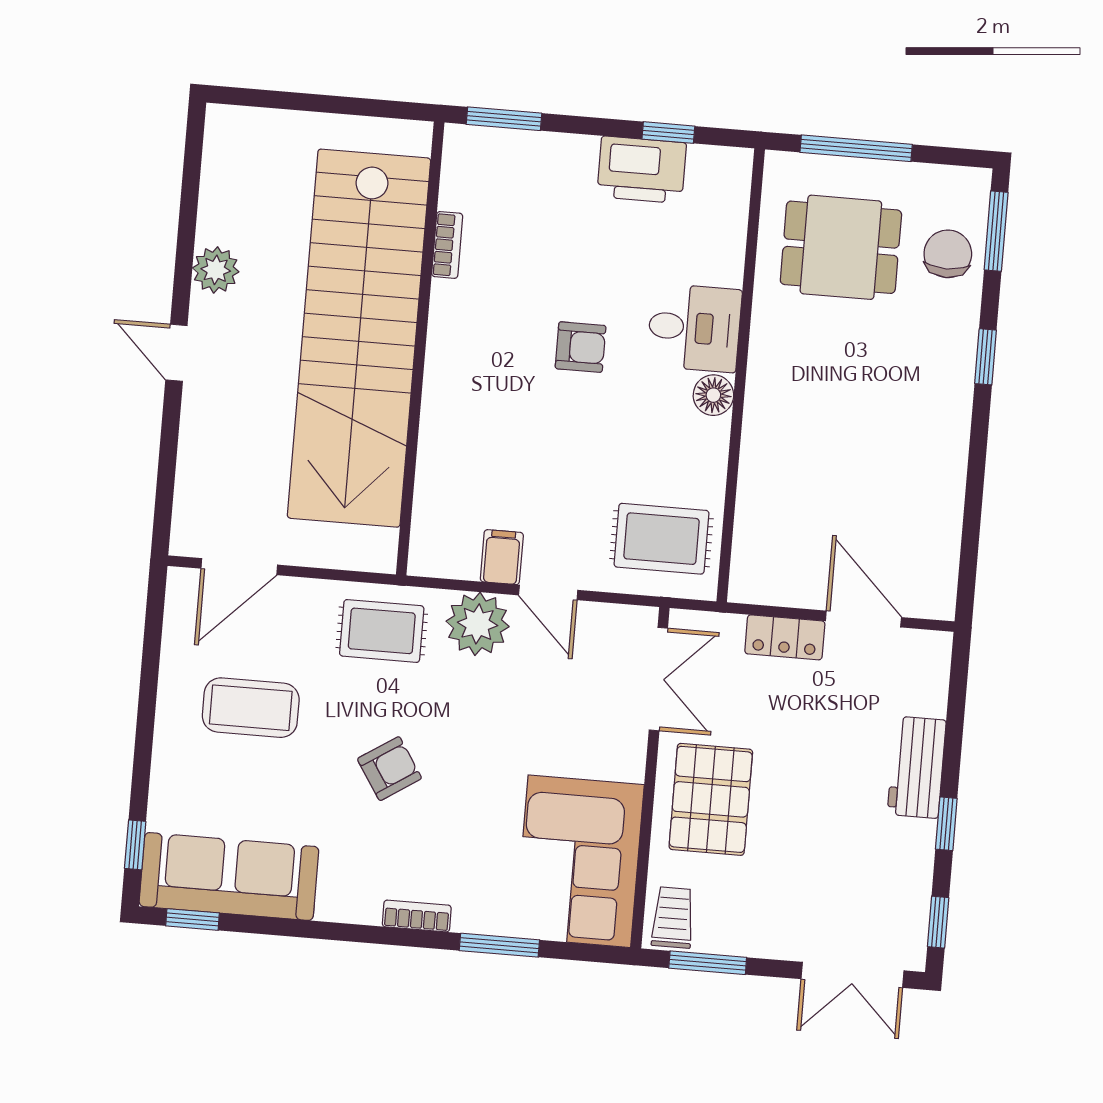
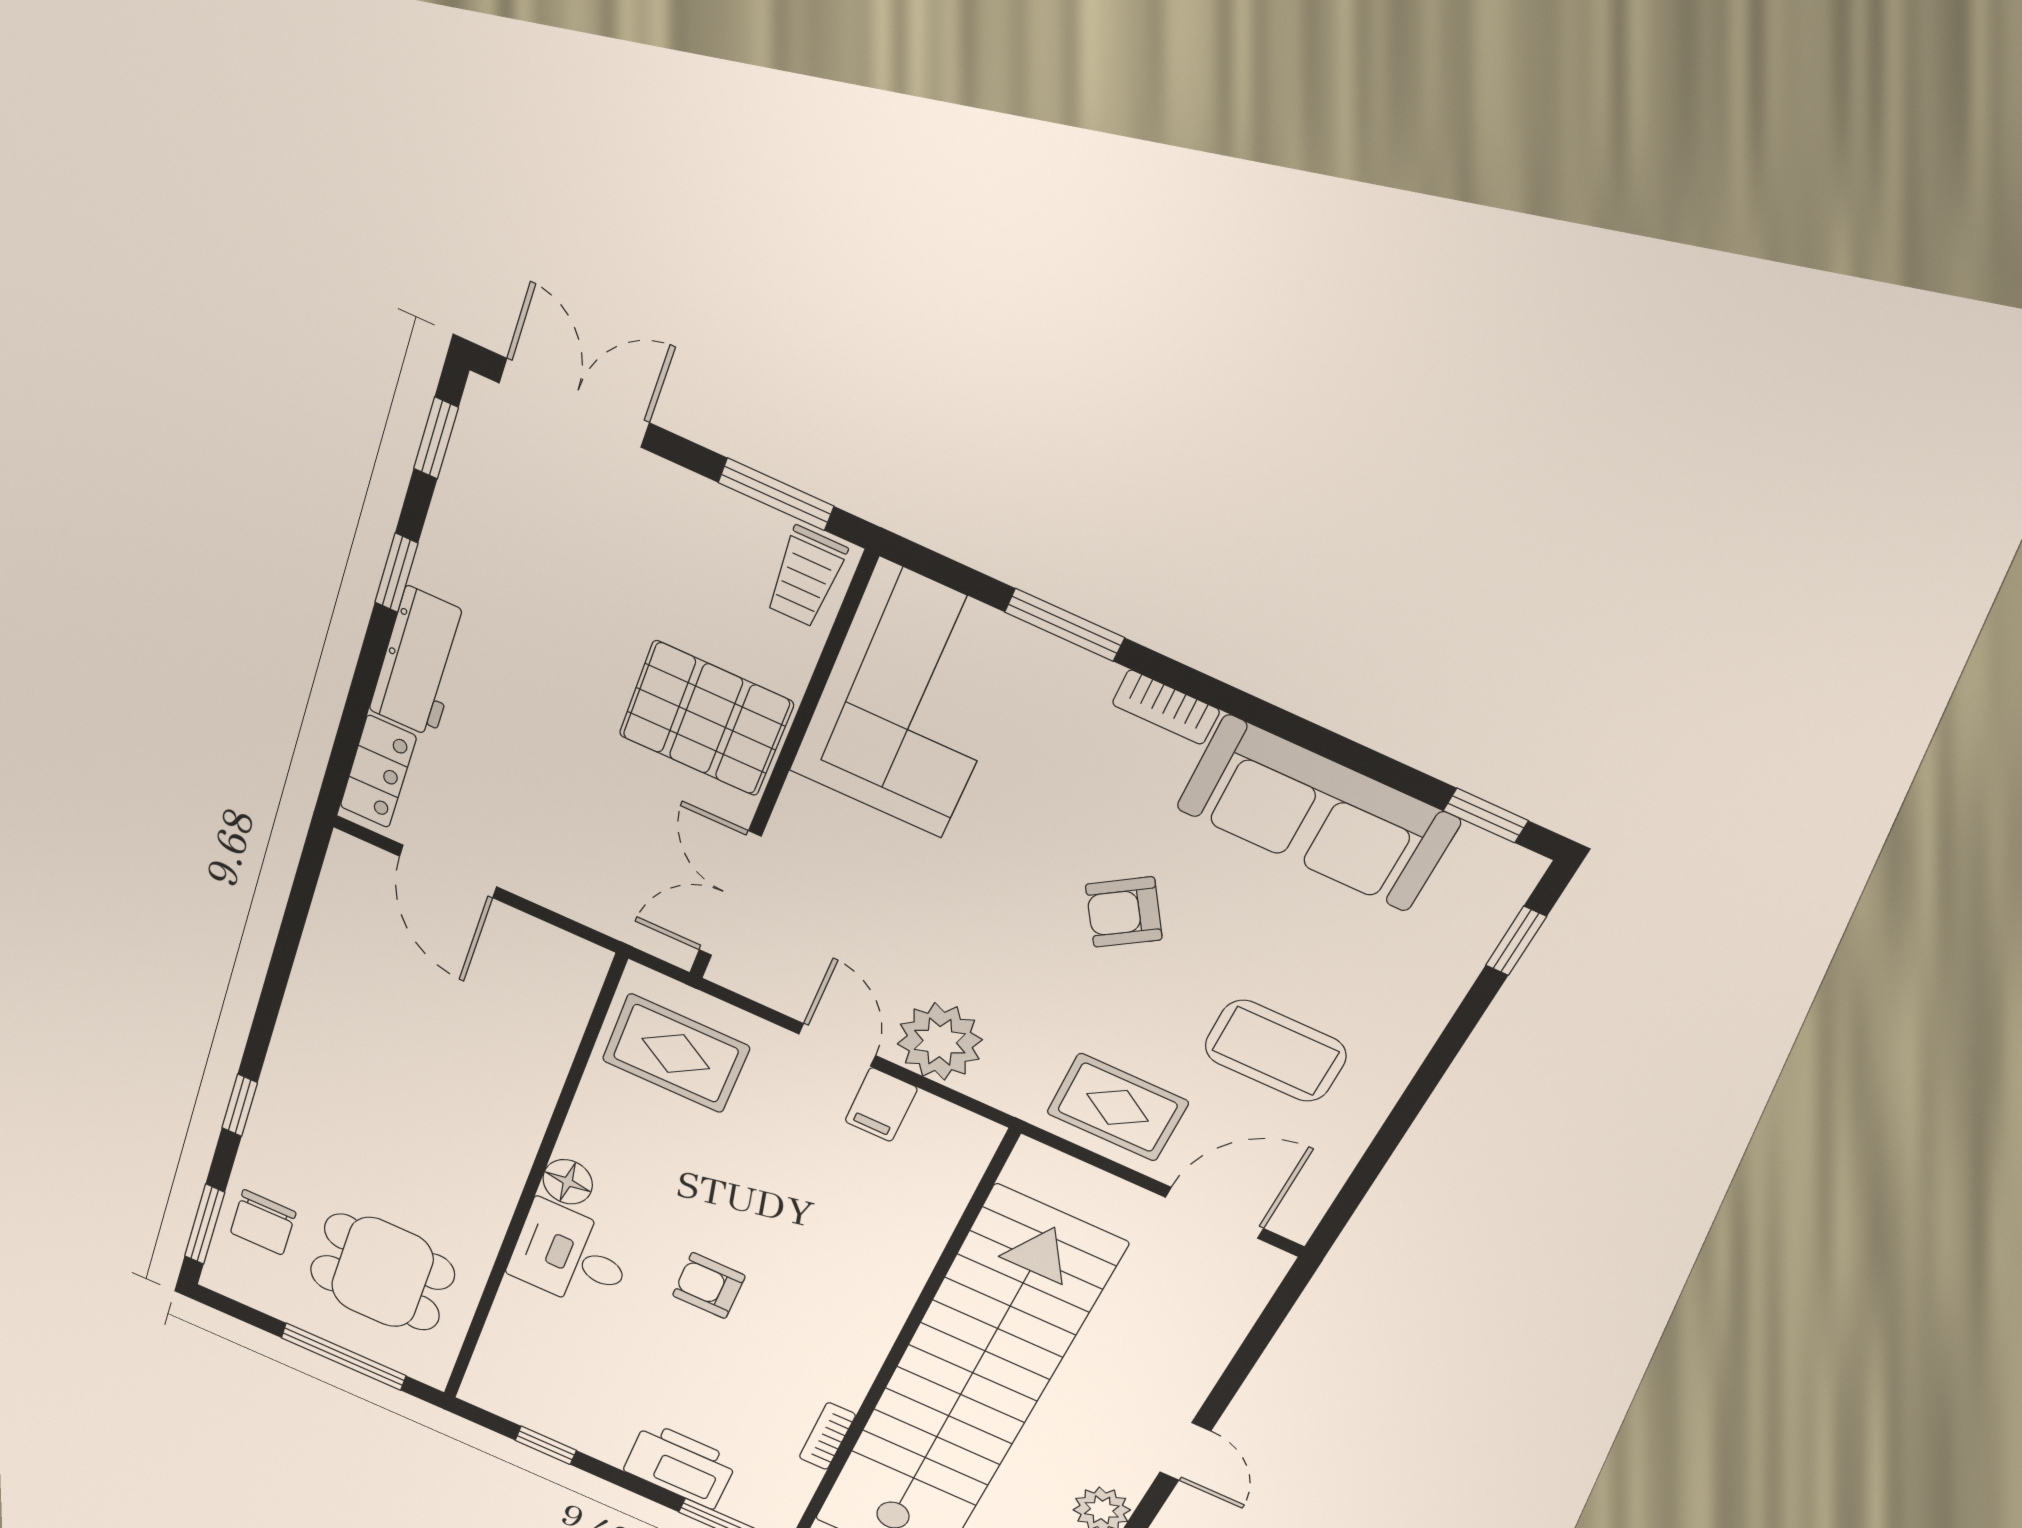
printer: (642, 170) -> (680, 1465), moved
rug: (382, 631) -> (1118, 1107), moved
locker: (785, 637) -> (378, 772), moved, turned 90
pallet: (711, 799) -> (706, 719), turned 90
sofa: (229, 876) -> (1318, 814), moved

